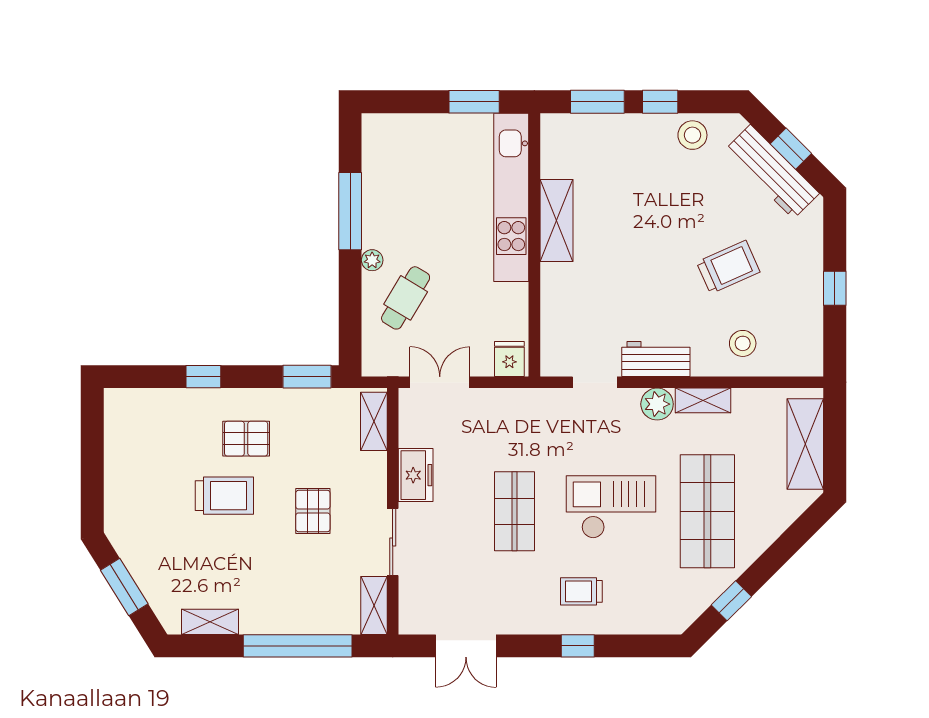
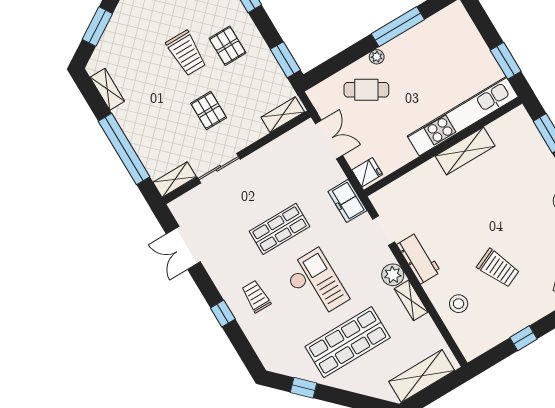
freezer: (416, 475) -> (347, 201), moved, turned 90
pallet: (313, 511) -> (209, 110), turned 90

